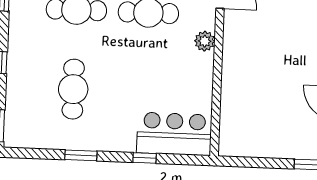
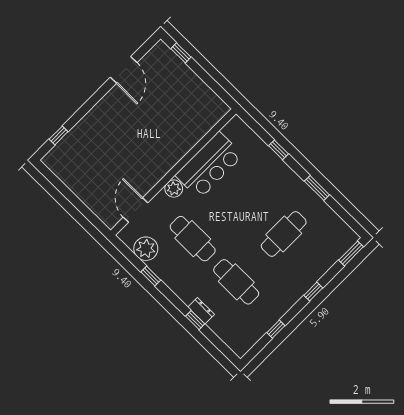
bar counter: (174, 134) -> (209, 165), moved, turned -90

